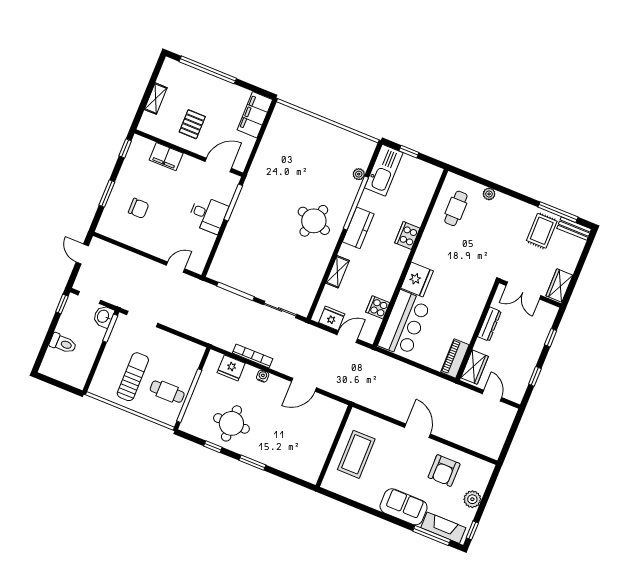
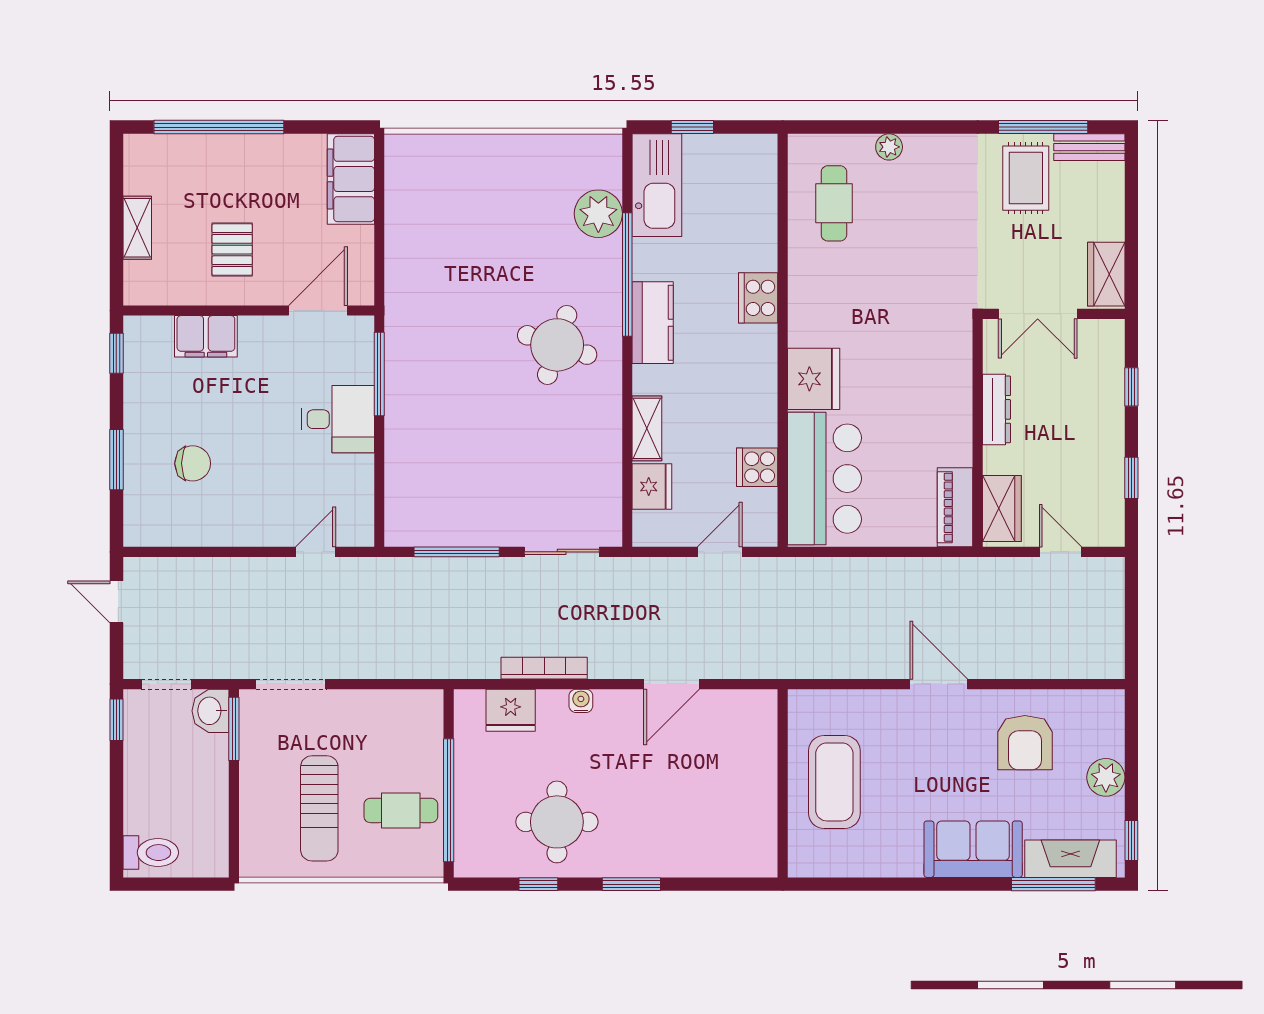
plant: (359, 174) -> (598, 214), width x1.88, depth x1.88
fridge: (332, 318) -> (652, 486), moved, turned 90
toilet: (63, 343) -> (151, 853), moved
sun lounger: (133, 377) -> (319, 808), turned 180

